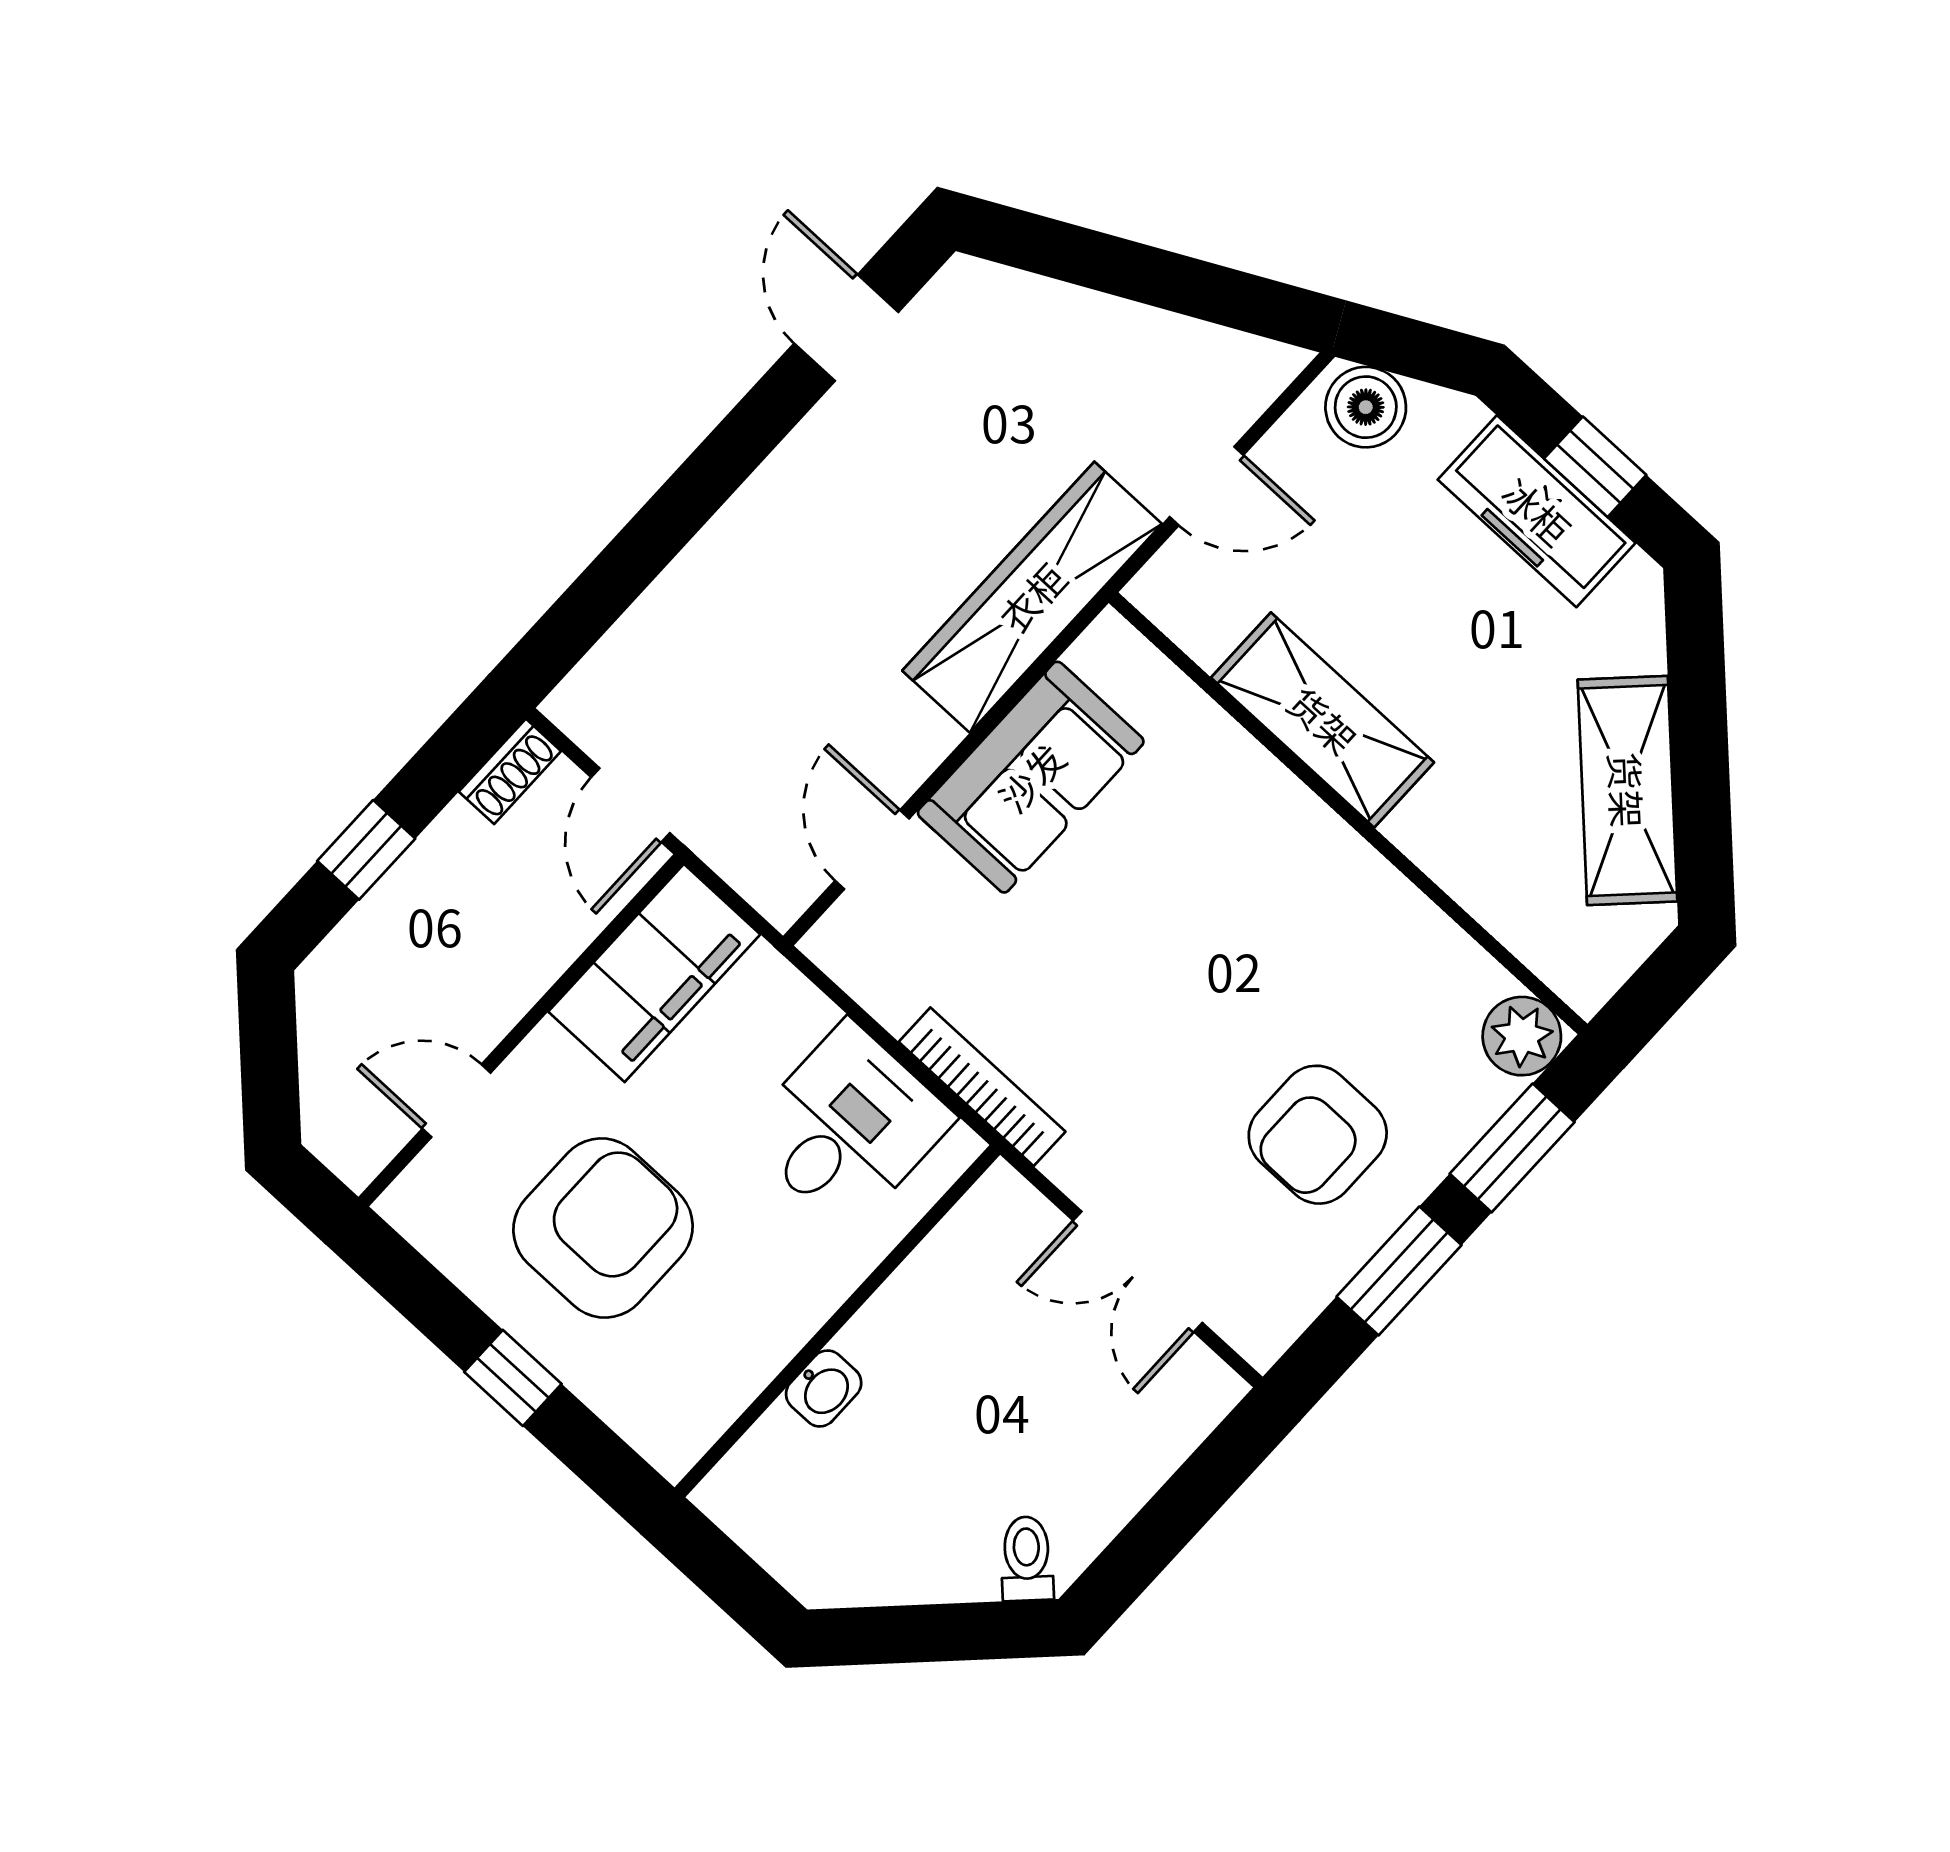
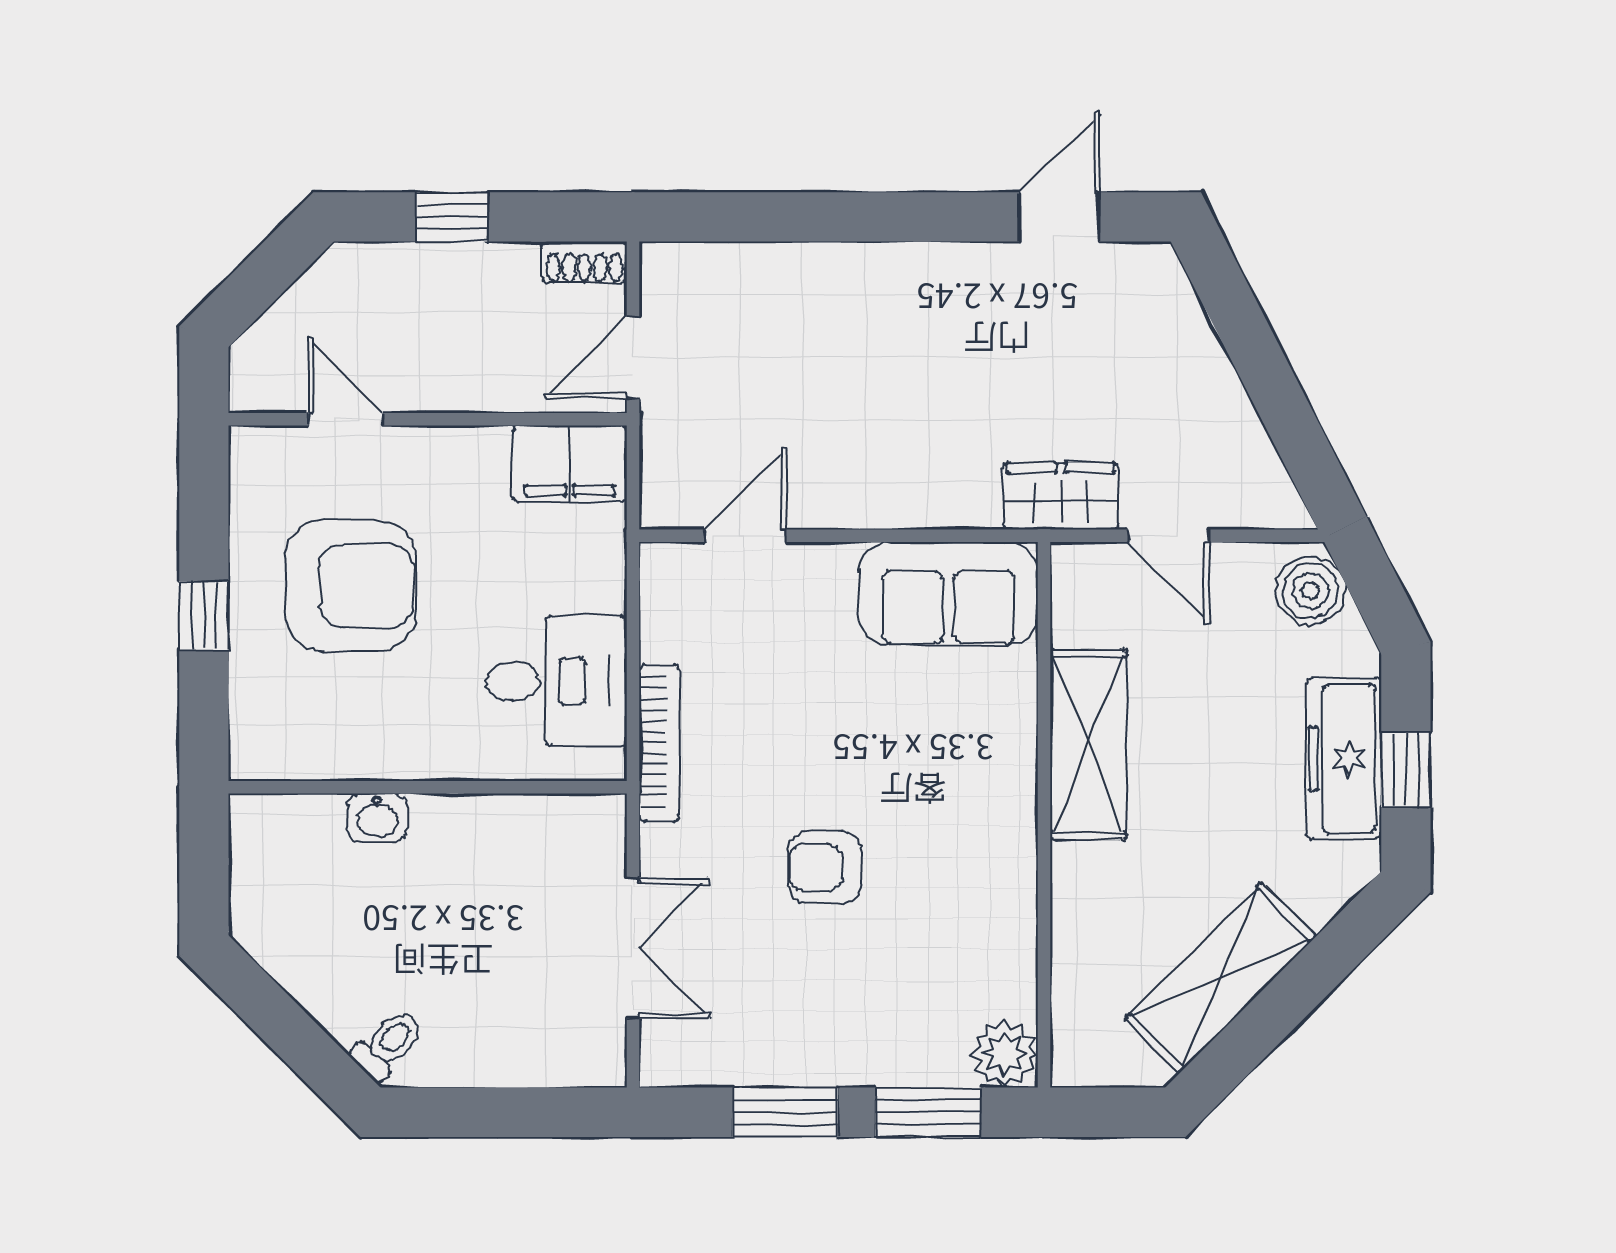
wardrobe: (1032, 597) -> (1061, 496), width x0.48, depth x0.85
sofa: (1031, 777) -> (948, 594), moved
filing cabinet: (654, 973) -> (570, 464), width x0.67, depth x0.86
armchair: (1318, 1135) -> (825, 867), moved, width x0.72, depth x0.72
double door: (1138, 1272) -> (633, 948), swing flipped

